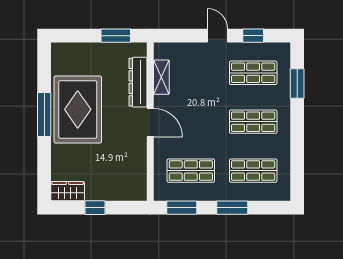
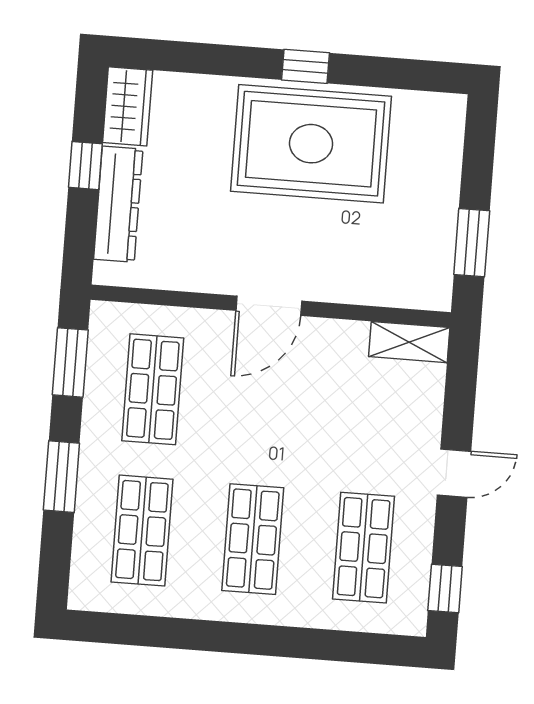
window: (253, 36) -> (445, 589), moved
shelving: (161, 77) -> (409, 342), moved
dresser: (138, 82) -> (118, 204), moved, turned 90
window: (297, 83) -> (332, 645), removed
window: (44, 115) -> (305, 66), width x0.46

